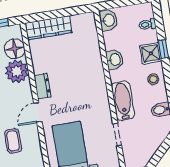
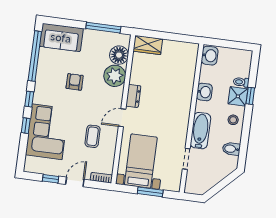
toilet: (147, 24) -> (241, 82), moved
wardrobe: (49, 28) -> (148, 45), width x0.67

